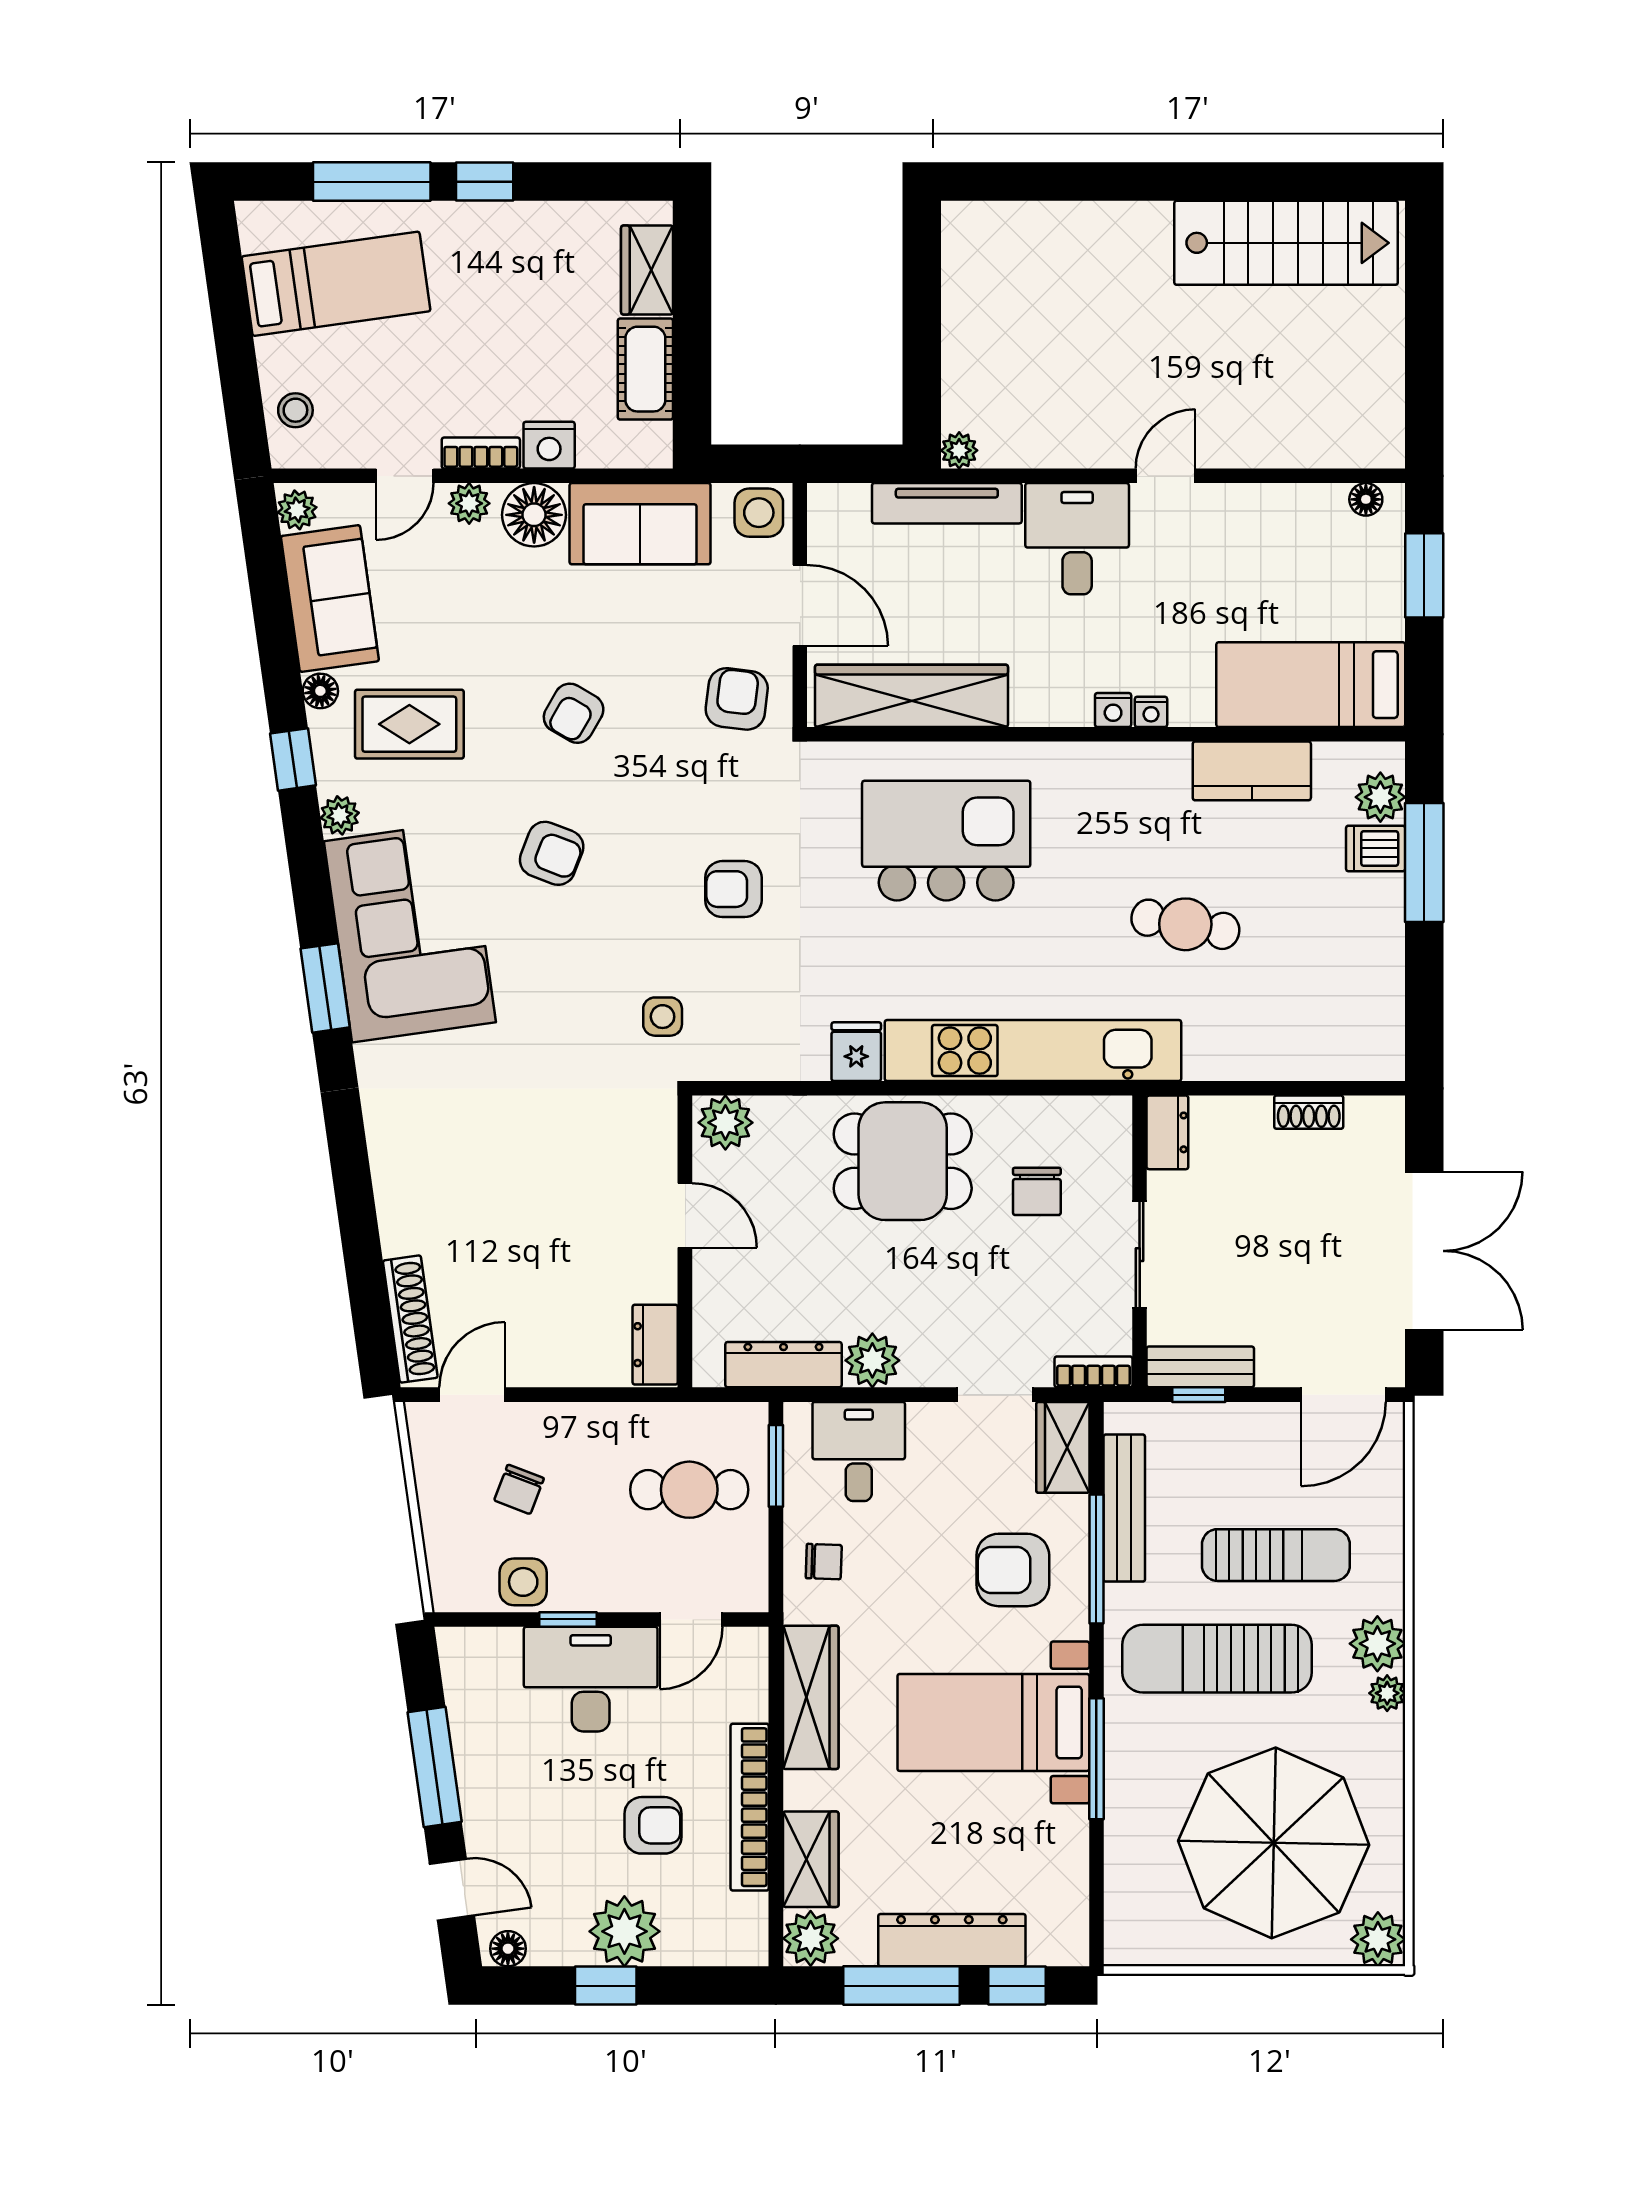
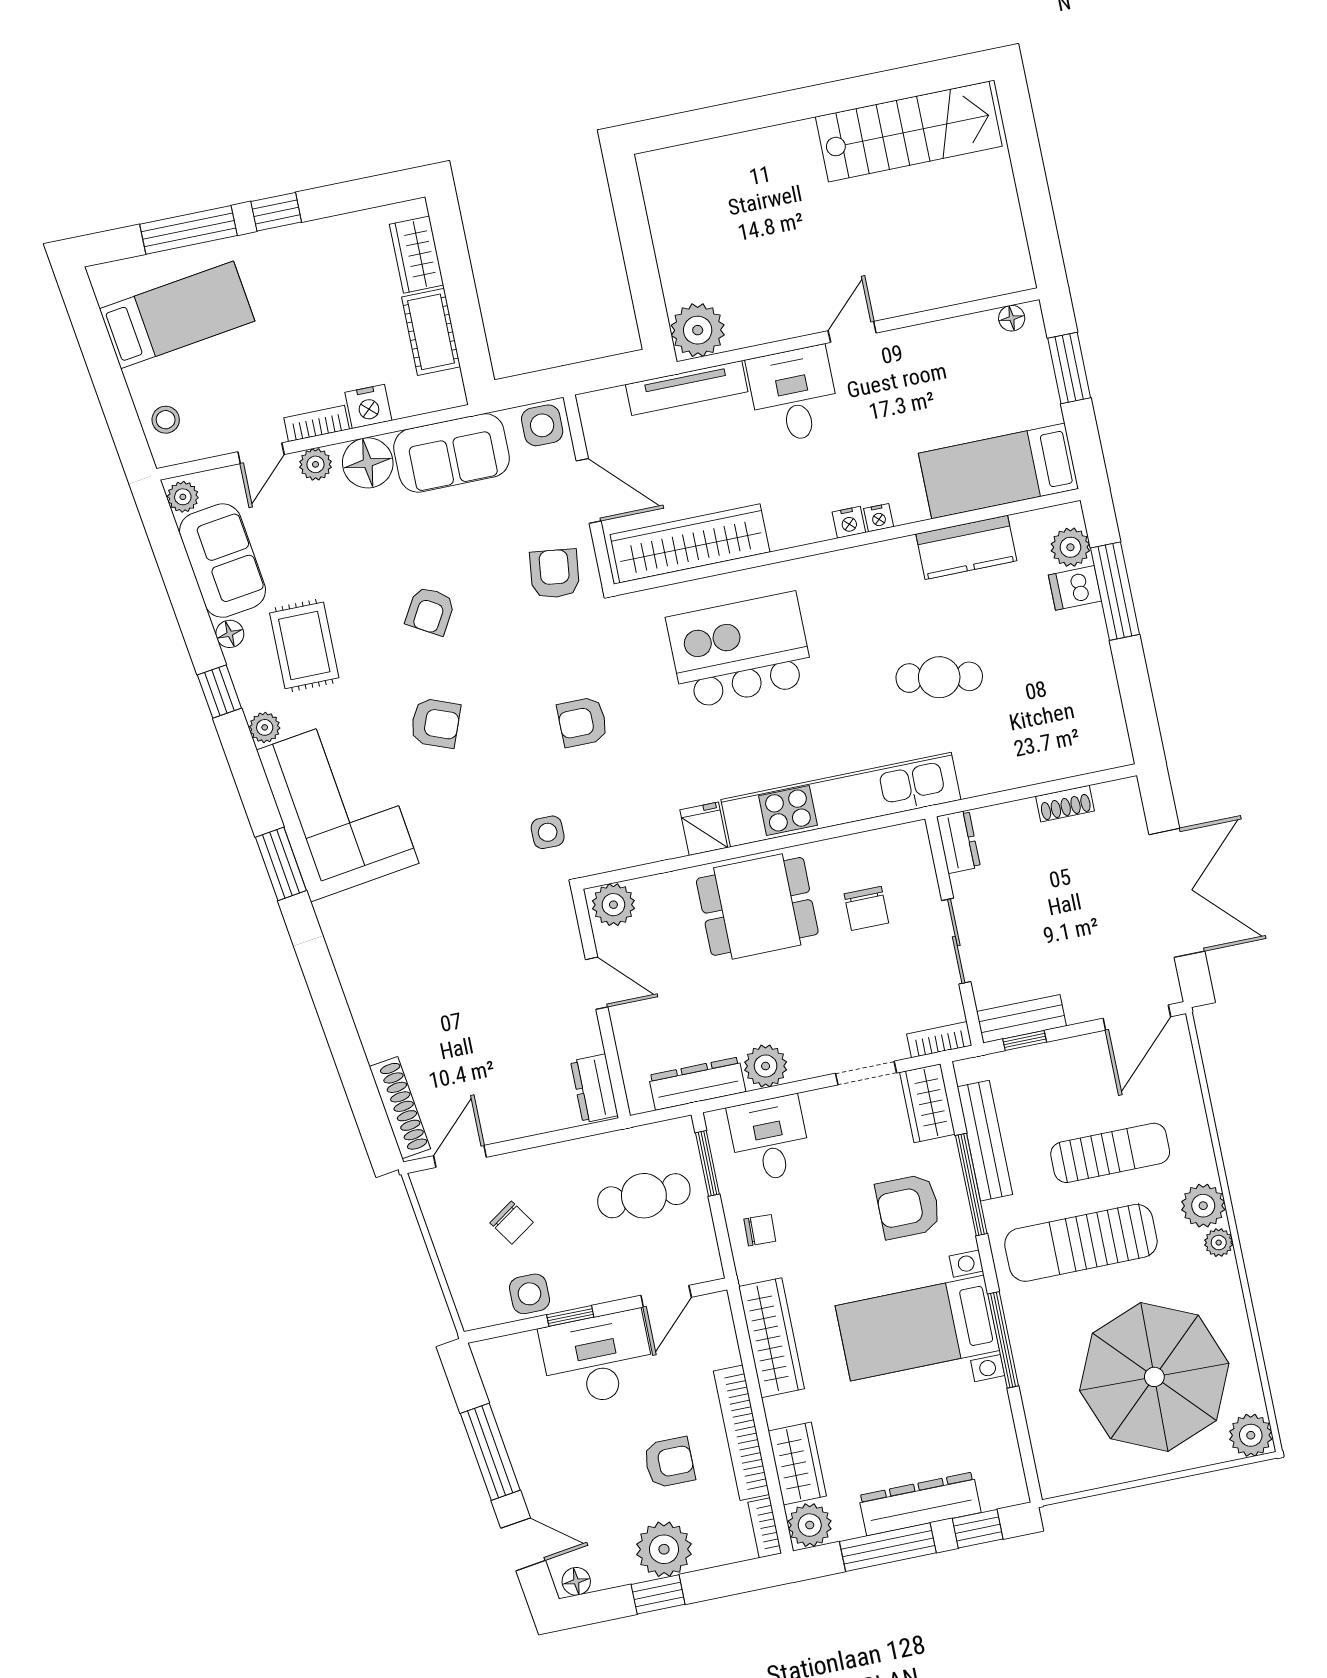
plant: (959, 450) -> (698, 330), width x1.88, depth x1.88
rug: (409, 724) -> (304, 645), turned 90
chair: (519, 1489) -> (512, 1223), turned -55
bookcase: (754, 1930) -> (765, 1528), added

